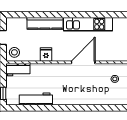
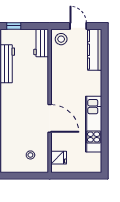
kitchen counter: (45, 23) -> (95, 50), moved
fridge: (46, 54) -> (59, 158), moved

